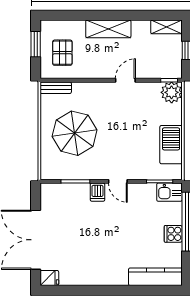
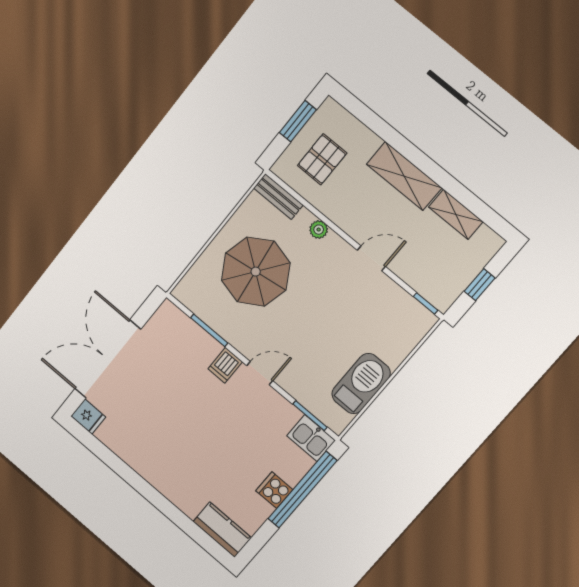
shelving: (166, 27) -> (456, 214), moved
plant: (172, 92) -> (319, 230), moved, width x0.53, depth x0.53
door: (118, 181) -> (260, 373), swing flipped
kitchen counter: (155, 277) -> (222, 530), width x0.67

